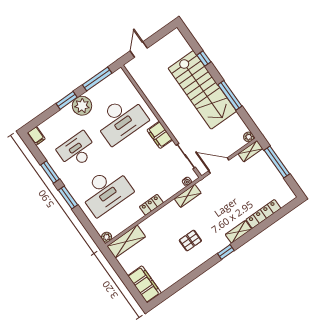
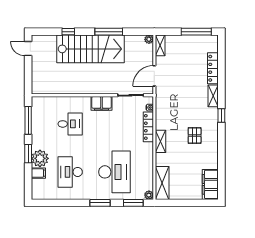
door: (139, 50) -> (28, 49), moved
plant: (82, 106) -> (40, 158), moved
desk: (121, 120) -> (70, 124), width x0.53, depth x0.77
filing cabinet: (36, 136) -> (38, 173), moved
window: (277, 162) -> (196, 32), moved
window: (50, 172) -> (133, 203), moved
shelving: (188, 196) -> (161, 141), moved
locker: (151, 205) -> (148, 127), moved, width x1.53
filing cabinet: (144, 284) -> (210, 184), moved, turned -90

